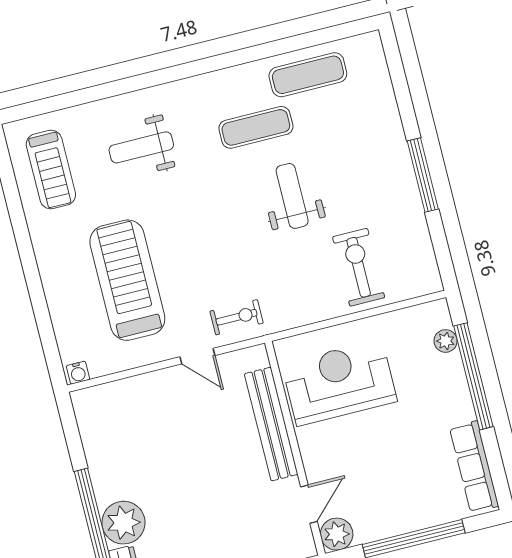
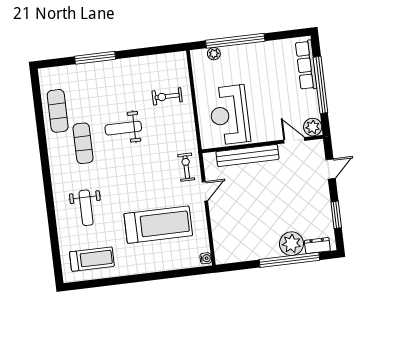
window: (423, 175) -> (95, 58), moved
exercise bike: (359, 267) -> (167, 96), width x0.73, depth x0.72
treadmill: (127, 280) -> (158, 225), turned 180
row of seats: (474, 467) -> (306, 65), moved, turned 90

